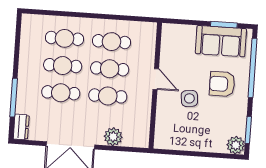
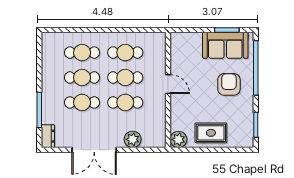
armchair: (222, 84) -> (229, 84), turned 90
side table: (189, 98) -> (200, 100), removed
rug: (199, 135) -> (211, 133), added
plant: (236, 145) -> (178, 139), moved

